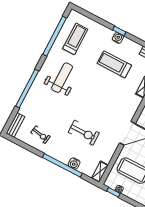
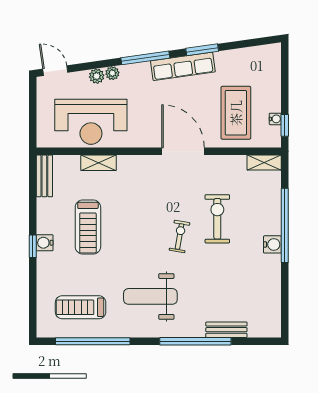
bench: (15, 125) -> (226, 330), moved
exercise bike: (41, 135) -> (180, 236), moved
water cooler: (74, 164) -> (272, 244), moved

